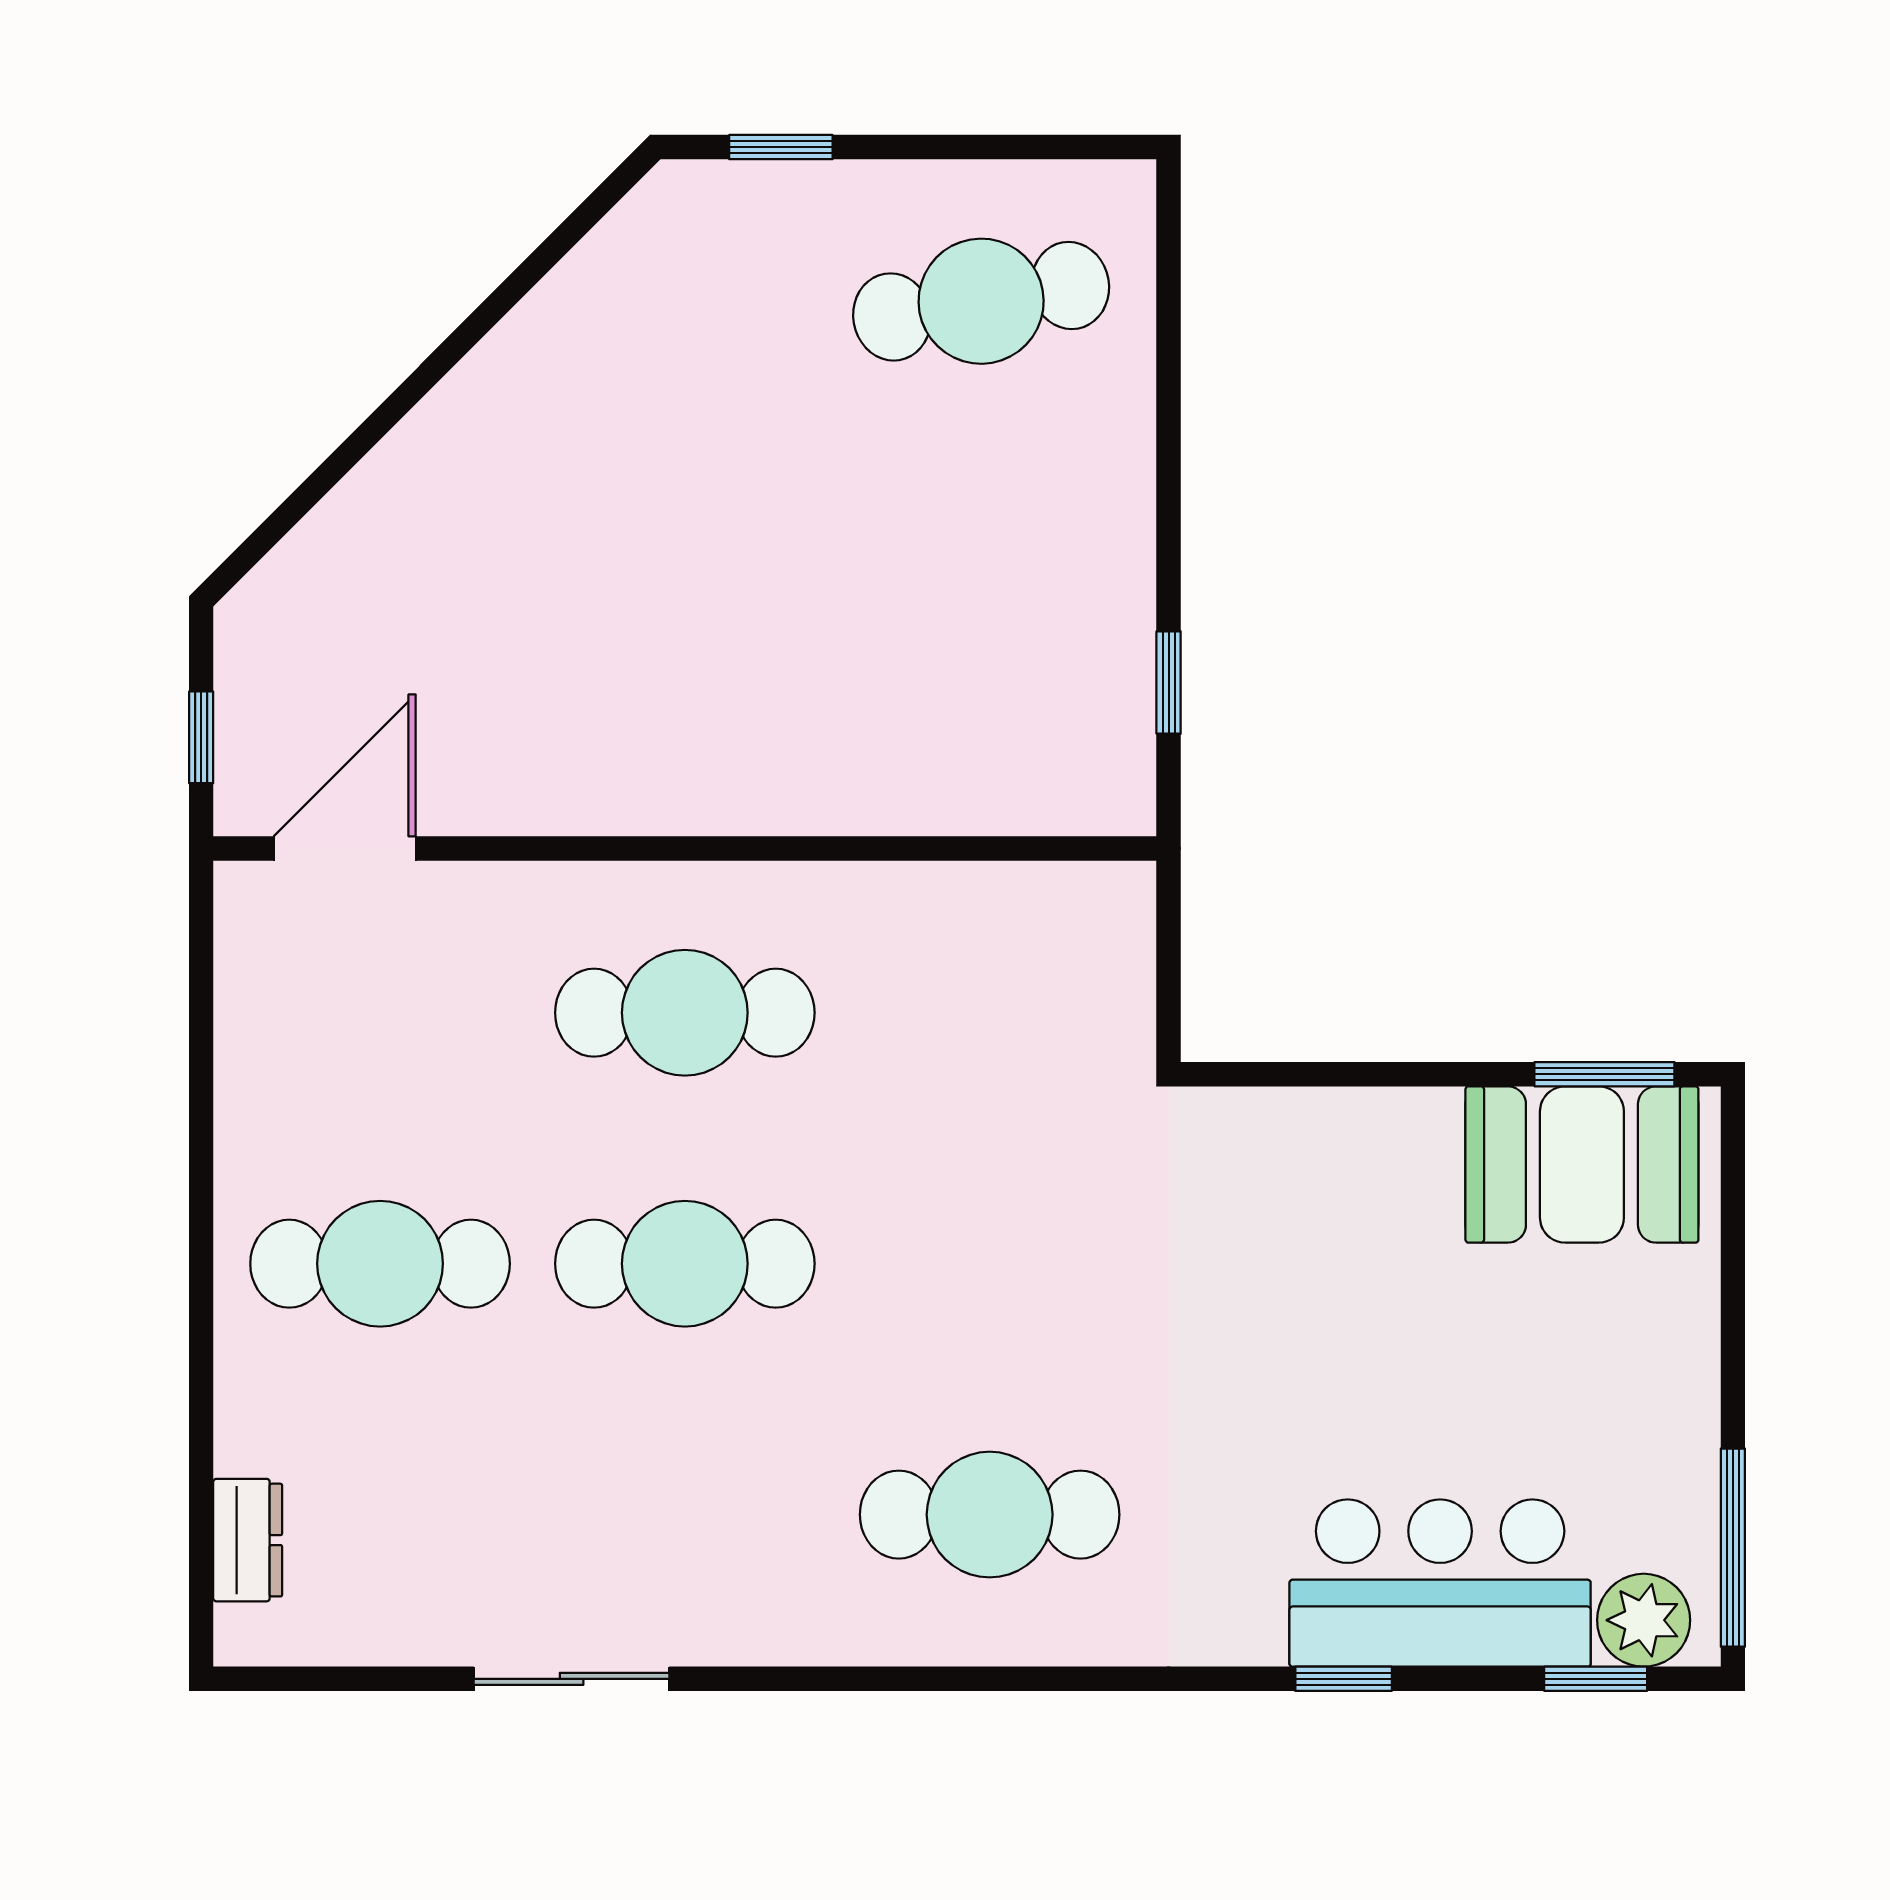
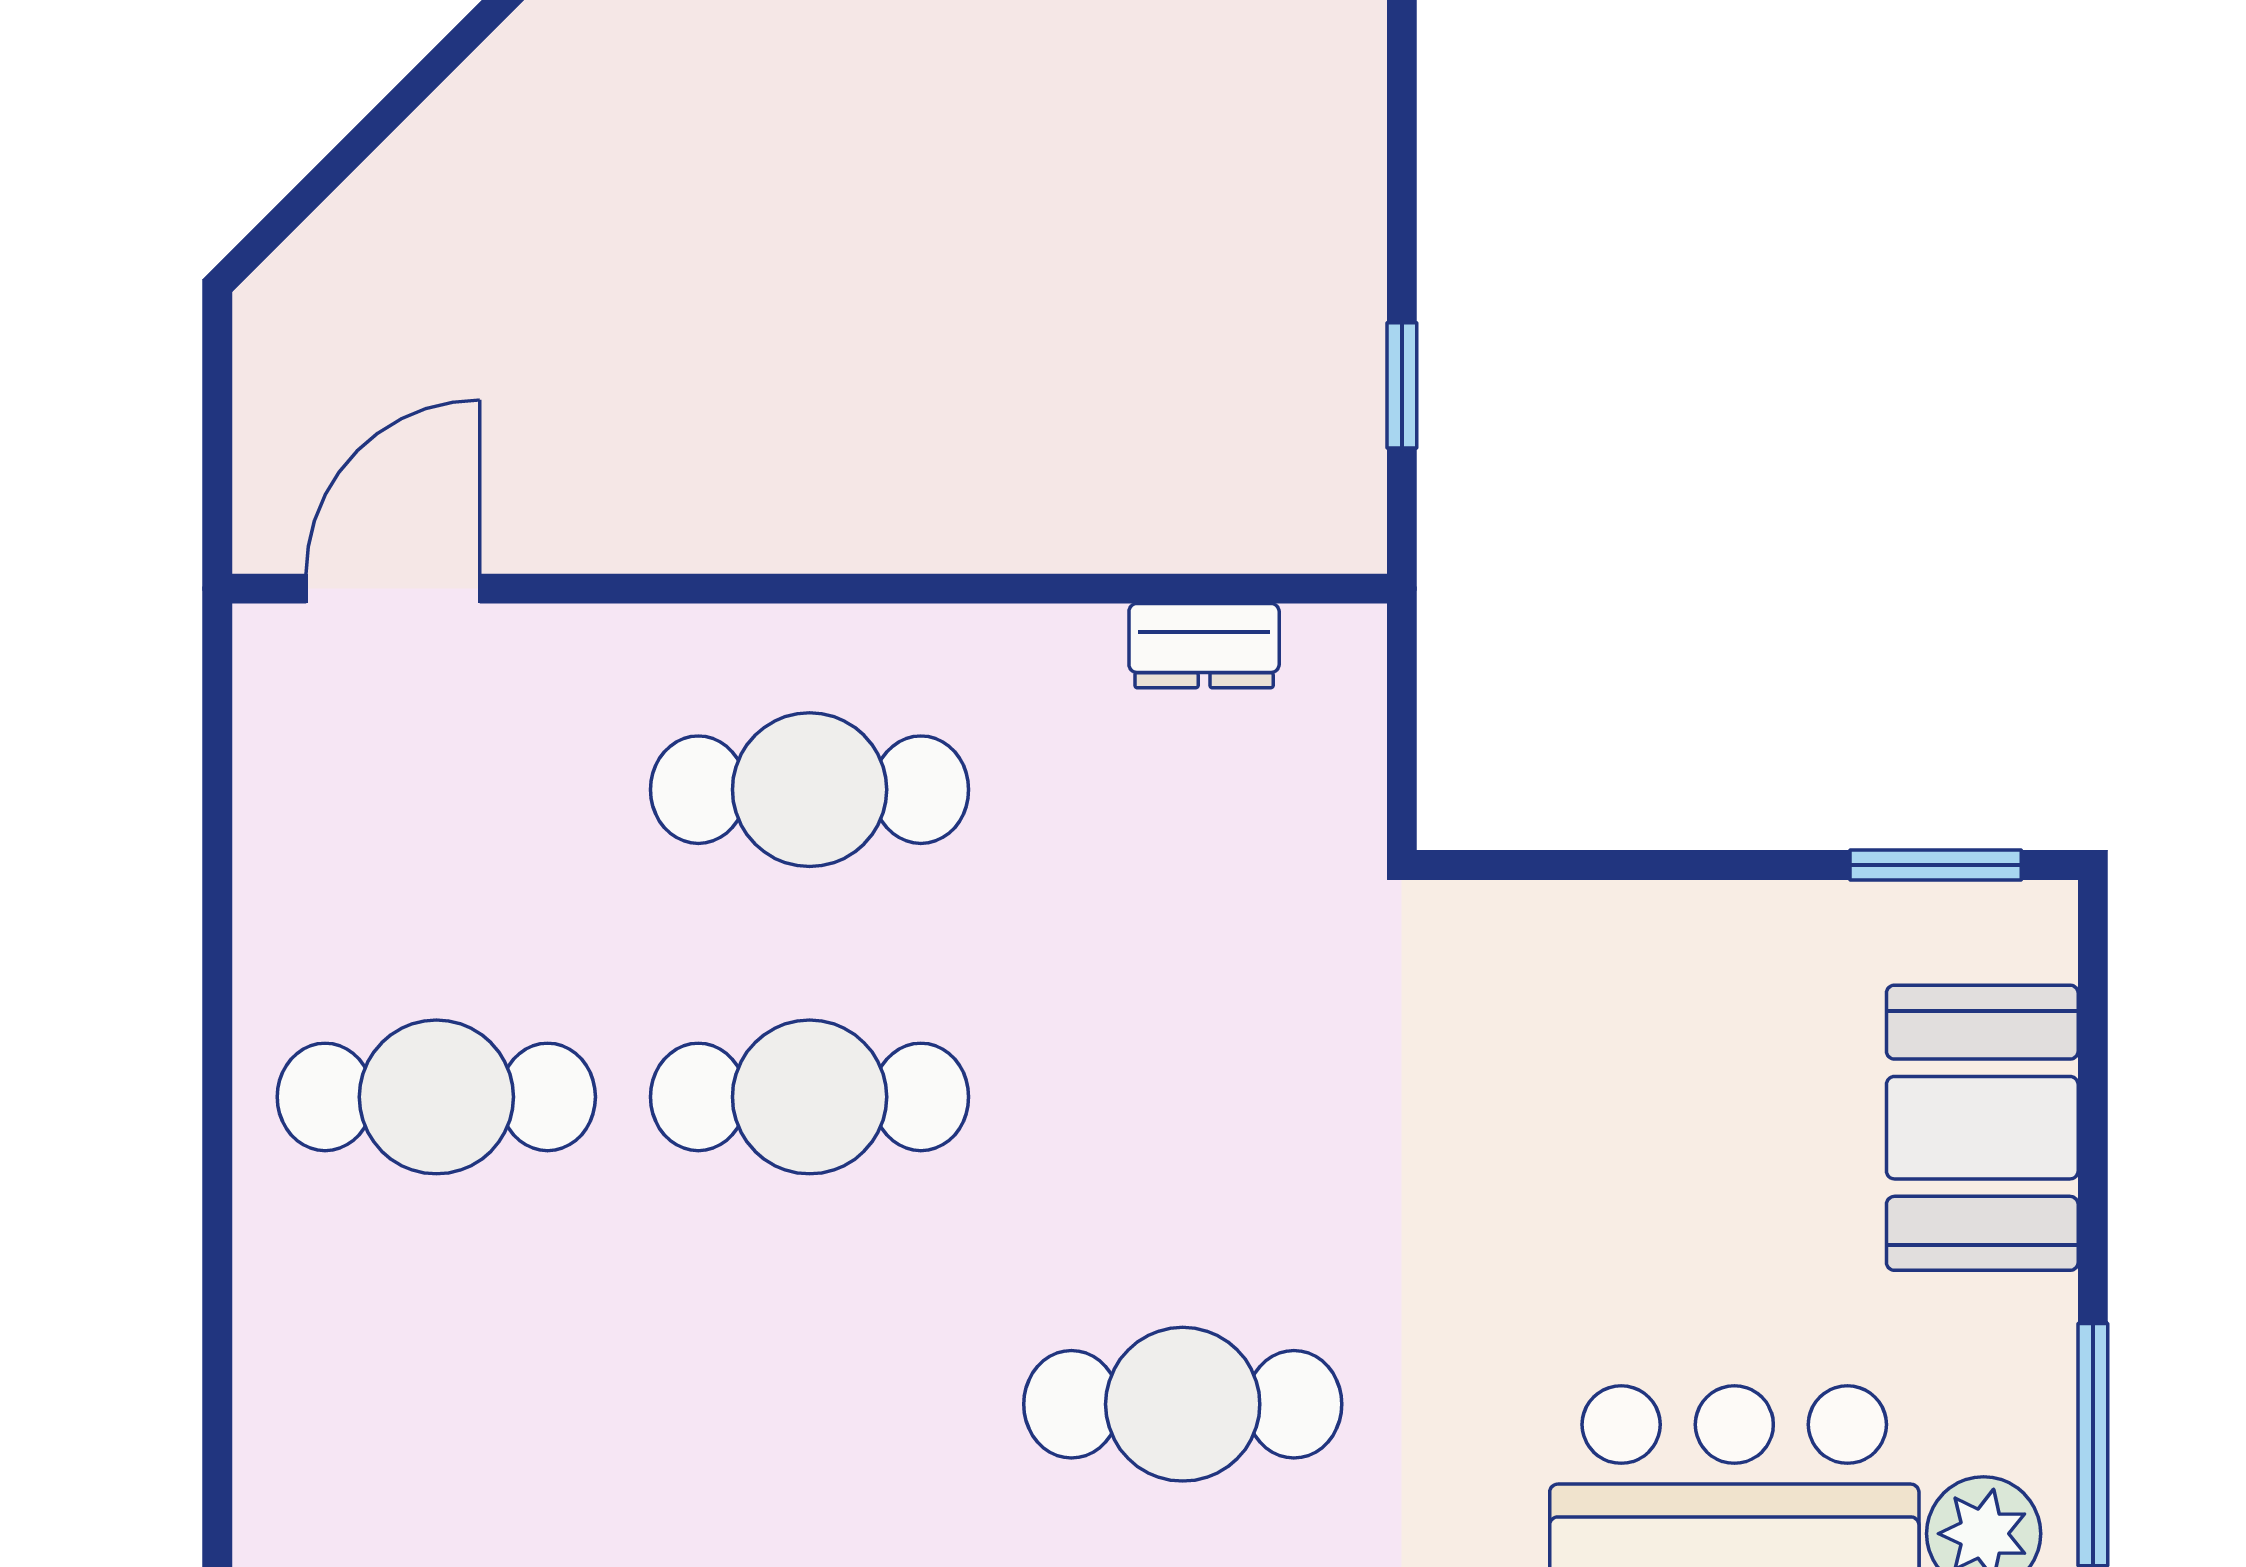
window: (201, 737) -> (217, 453), removed
booth: (1582, 1164) -> (1982, 1128), moved, turned 90
dresser: (248, 1540) -> (1204, 646), moved, turned 90

